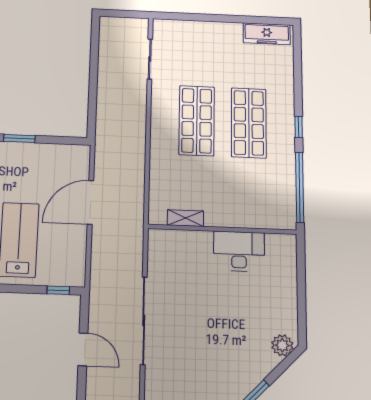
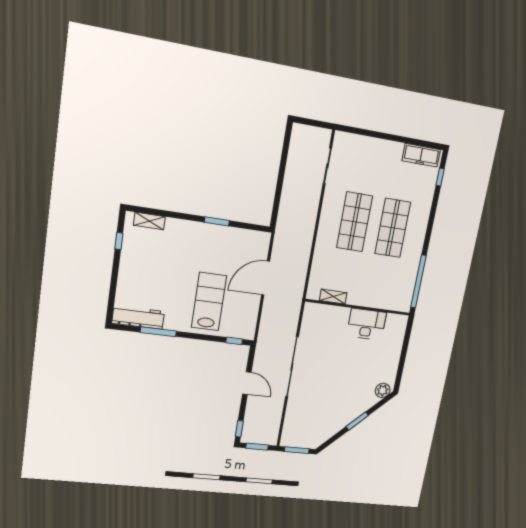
window: (299, 127) -> (440, 177), moved

